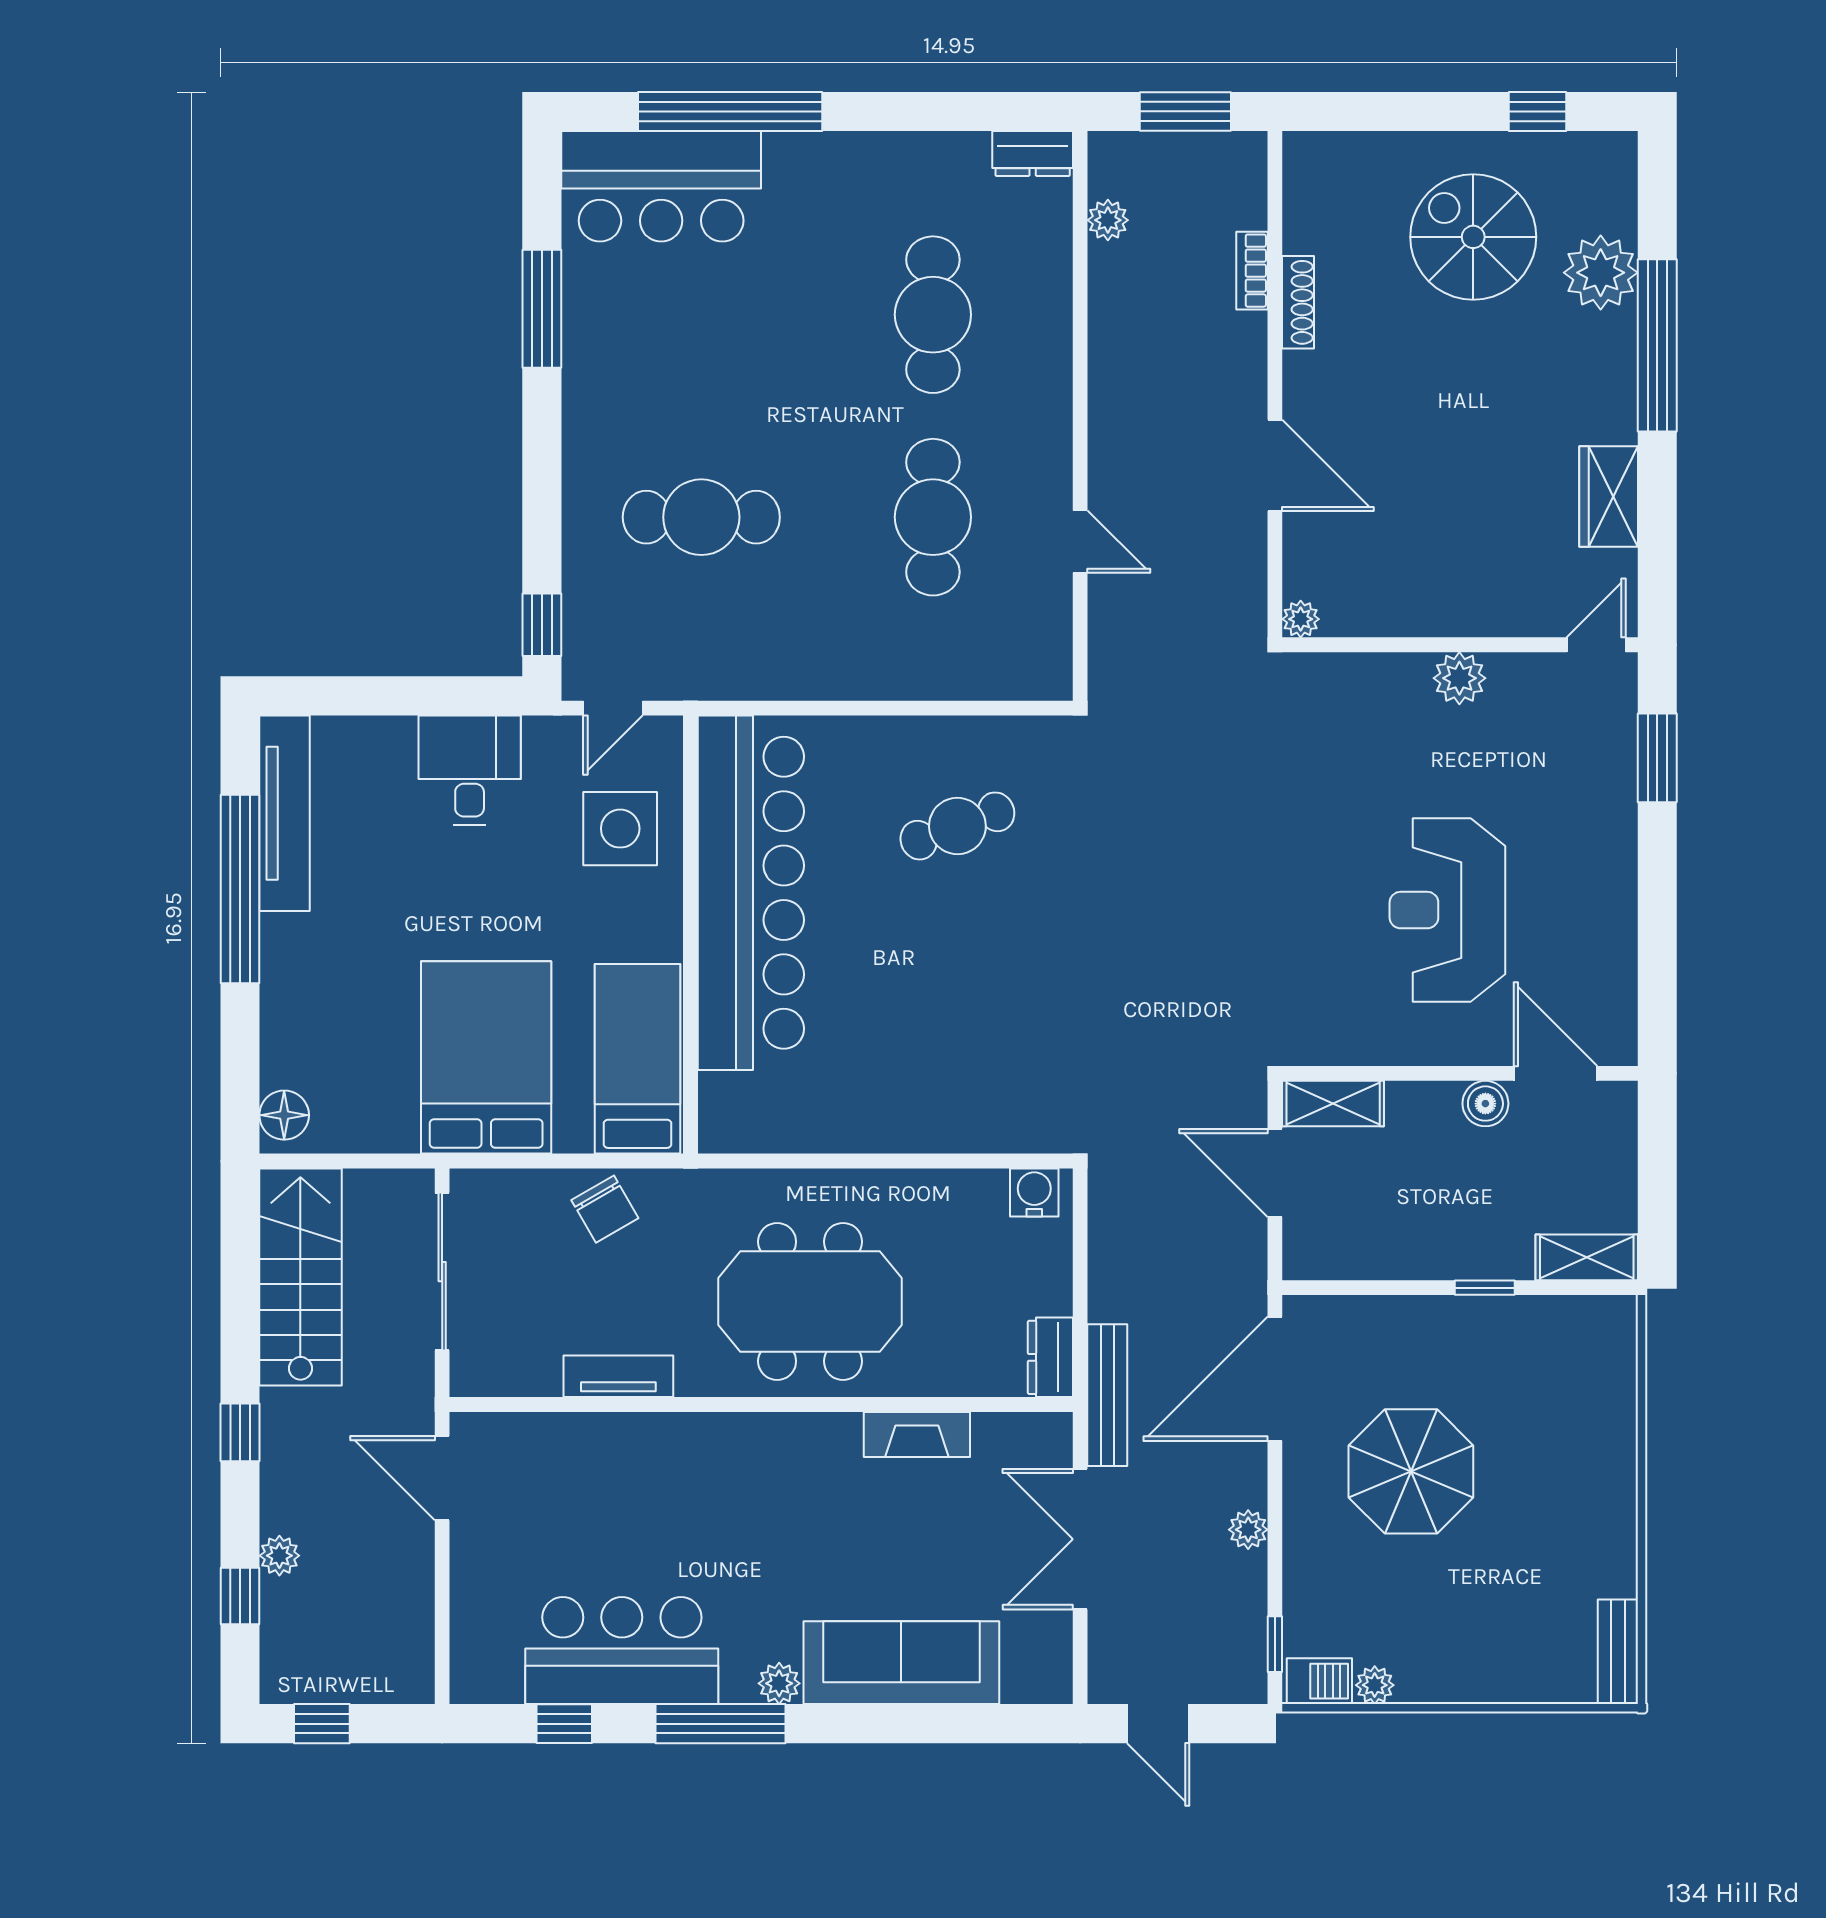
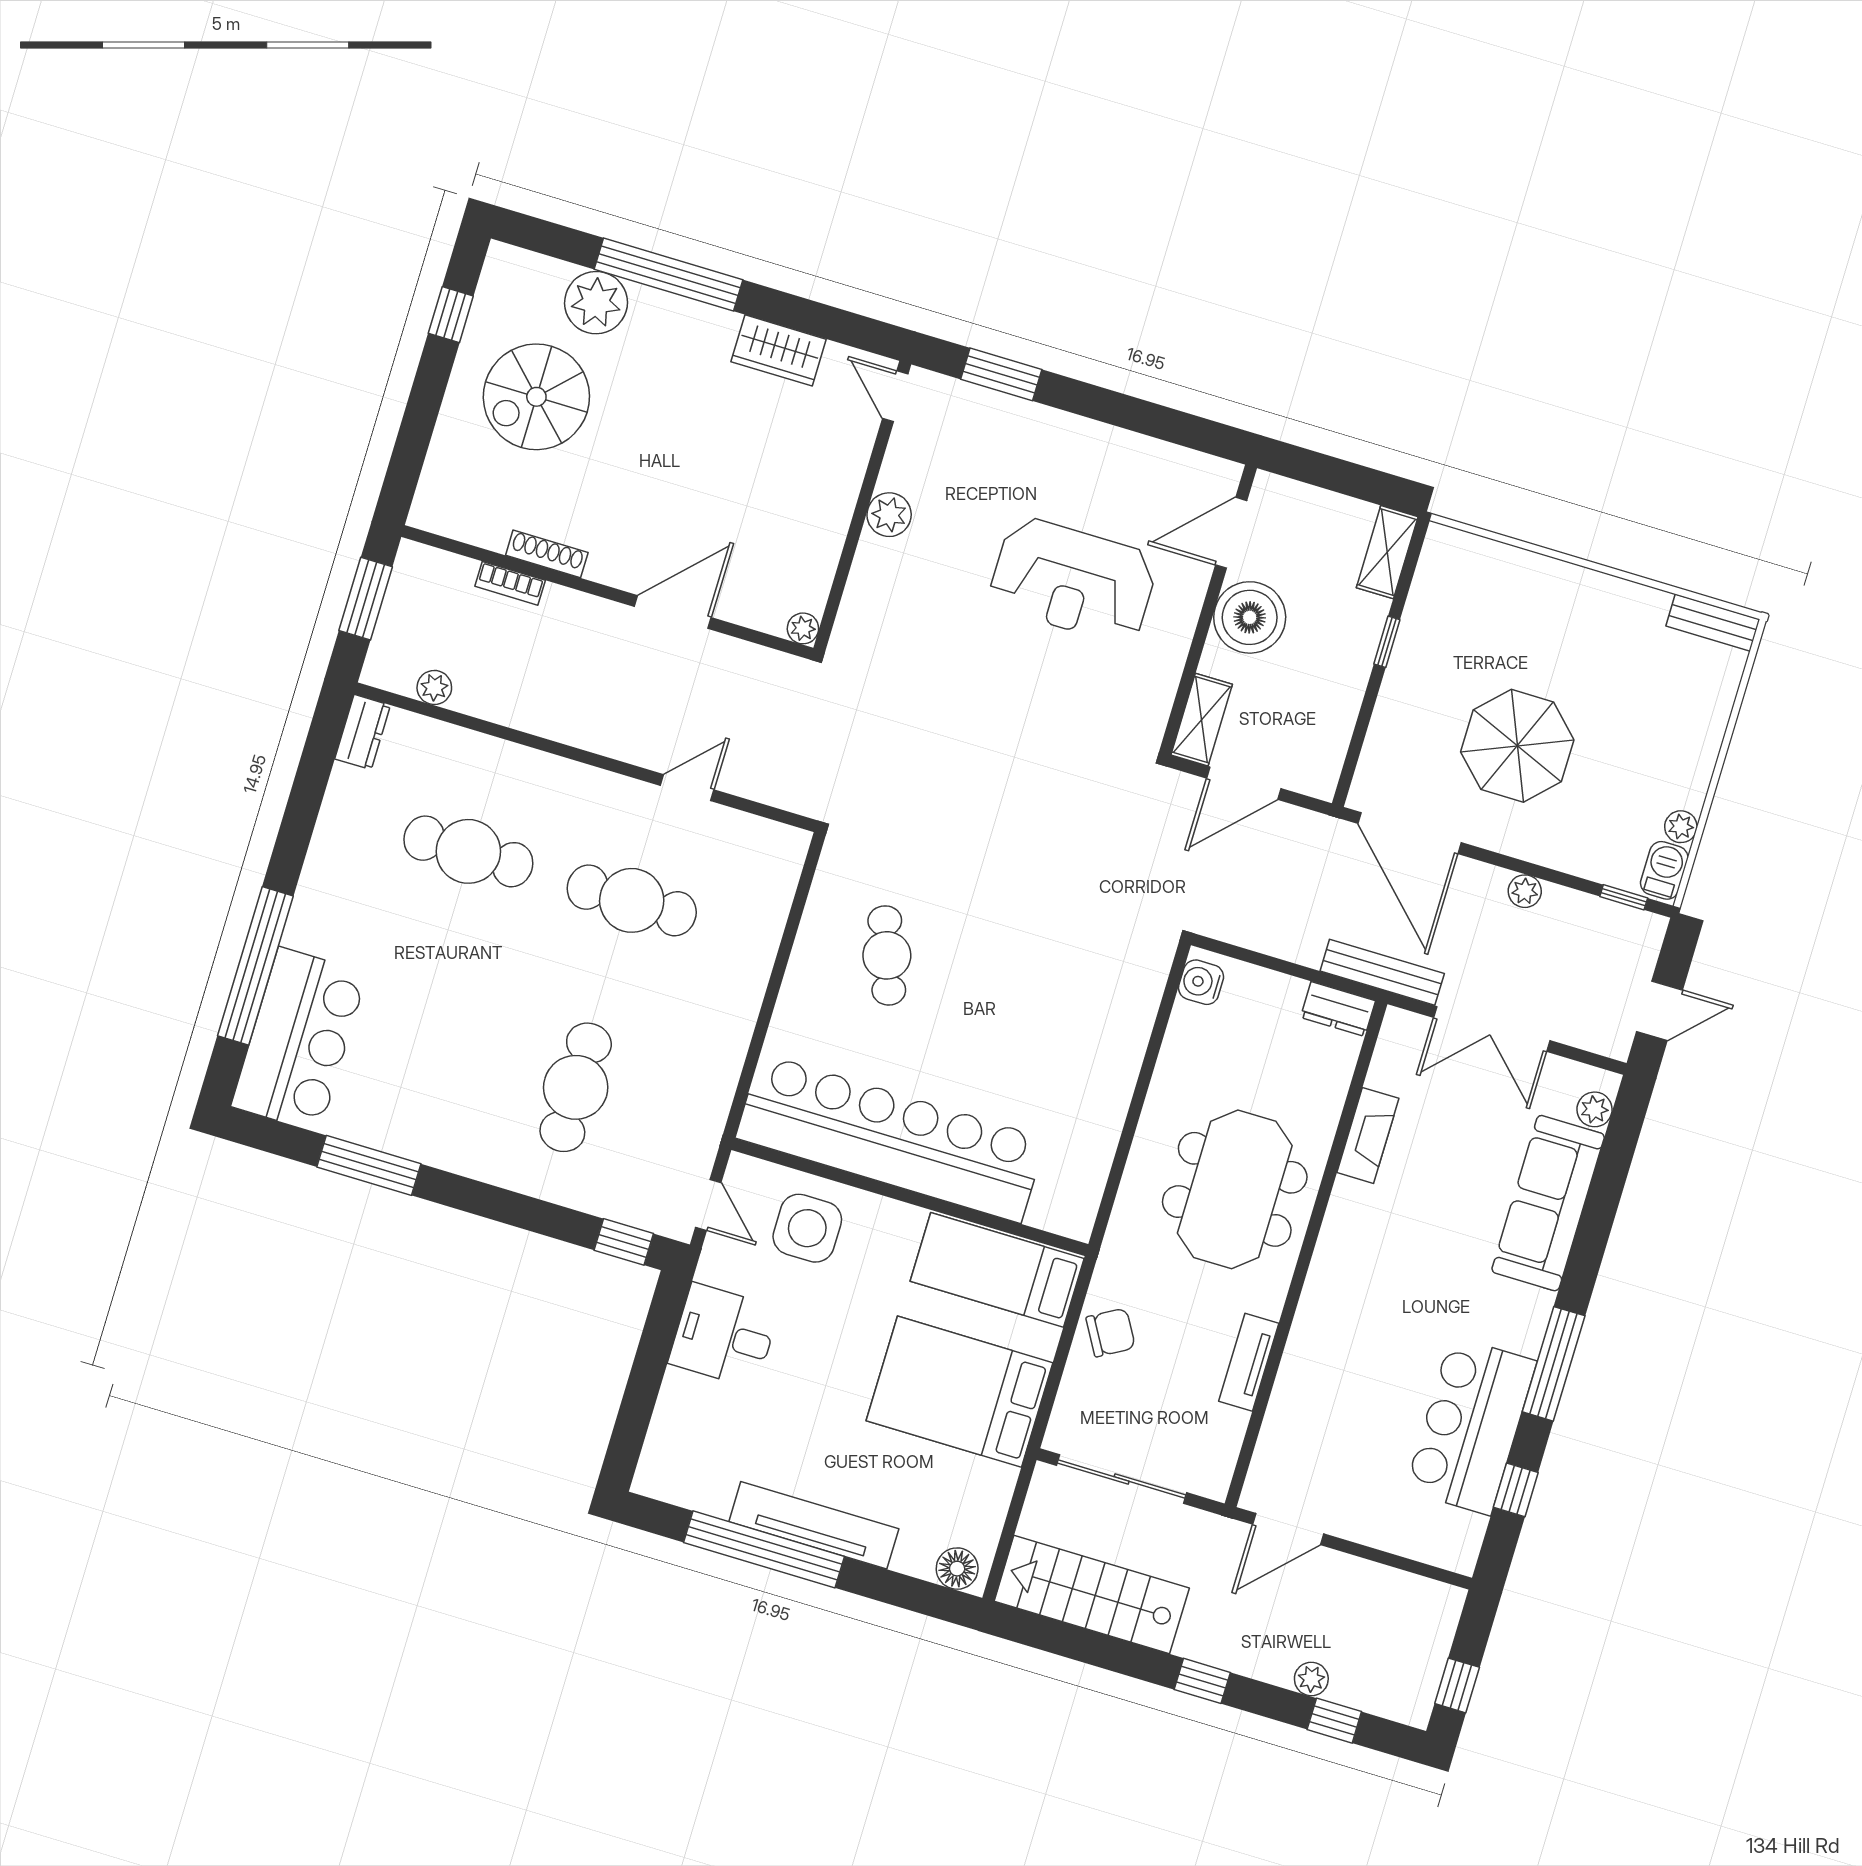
tv unit: (285, 813) -> (814, 1525), moved
boiler: (1485, 1104) -> (1250, 617), width x1.86, depth x1.86
plant: (779, 1683) -> (1595, 1109), moved

